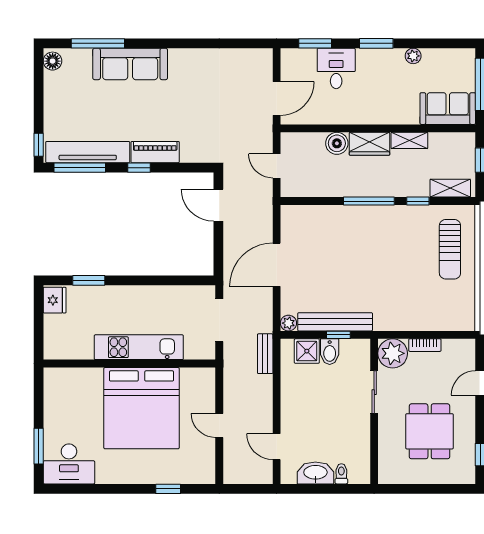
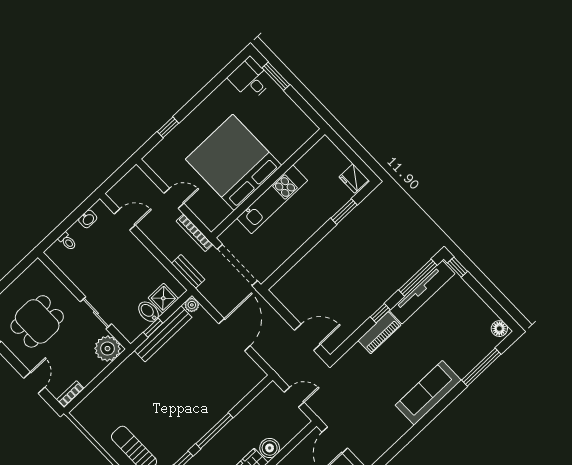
sofa: (130, 64) -> (428, 393), moved
doorway: (219, 320) -> (237, 265), width x1.36
bookcase: (425, 345) -> (70, 394), moved
bookcase: (229, 381) -> (195, 233), added
dining table: (430, 431) -> (37, 321), turned 90
desk: (69, 464) -> (250, 79), width x0.73
washbasin: (315, 473) -> (88, 219), width x0.52, depth x0.69

